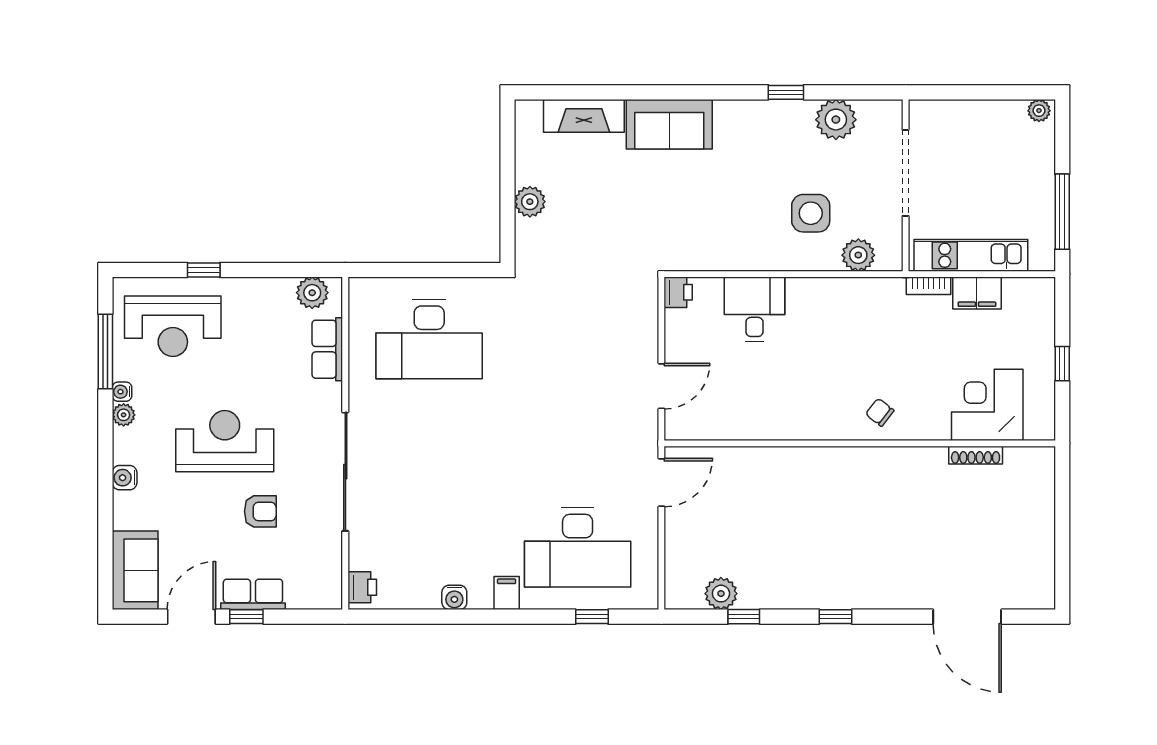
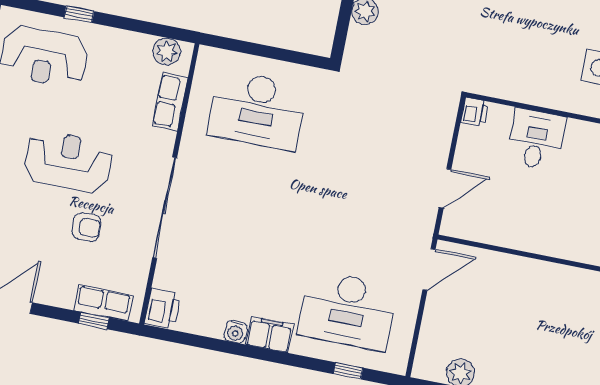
printer: (362, 587) -> (162, 308), width x1.36, depth x1.24
filing cabinet: (507, 593) -> (270, 335), width x2.00
row of seats: (253, 594) -> (103, 303), moved
window: (246, 617) -> (94, 321), moved

